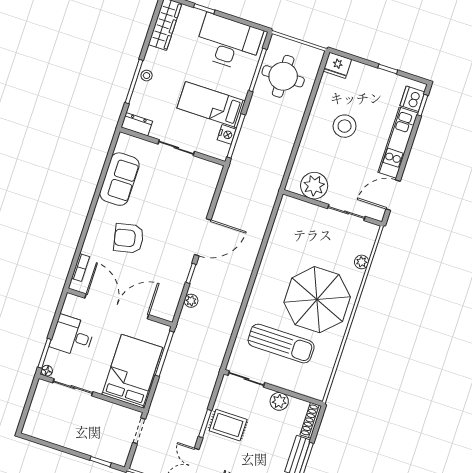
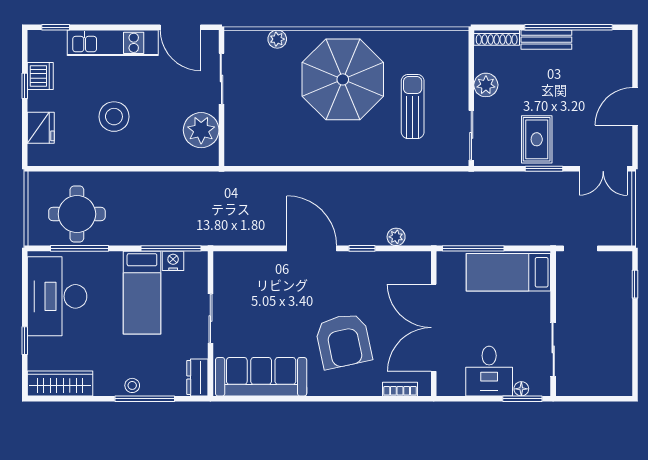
fridge: (337, 65) -> (41, 128), moved
dishwasher: (412, 99) -> (40, 76), moved, turned -90
sofa: (119, 179) -> (261, 377), width x1.36
armchair: (129, 238) -> (344, 341), width x1.36, depth x1.36
sun lounger: (281, 344) -> (413, 107), width x0.73, depth x0.75
floor lamp: (47, 371) -> (521, 389), moved
bed: (132, 371) -> (508, 272), width x0.67

